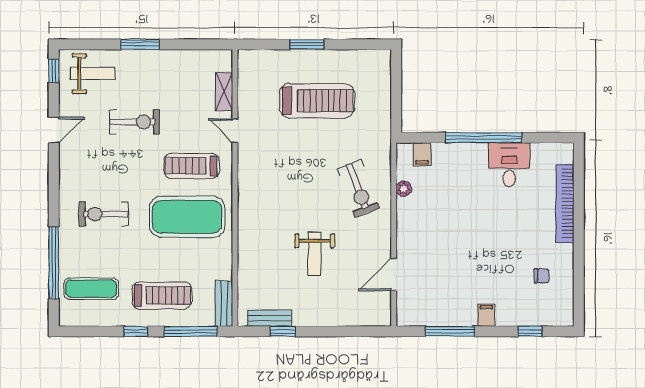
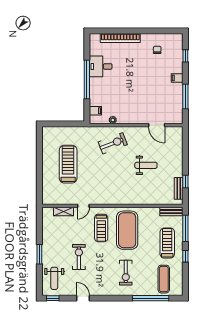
window: (307, 44) -> (39, 169), removed
weight bench: (93, 74) -> (54, 278), turned 180

